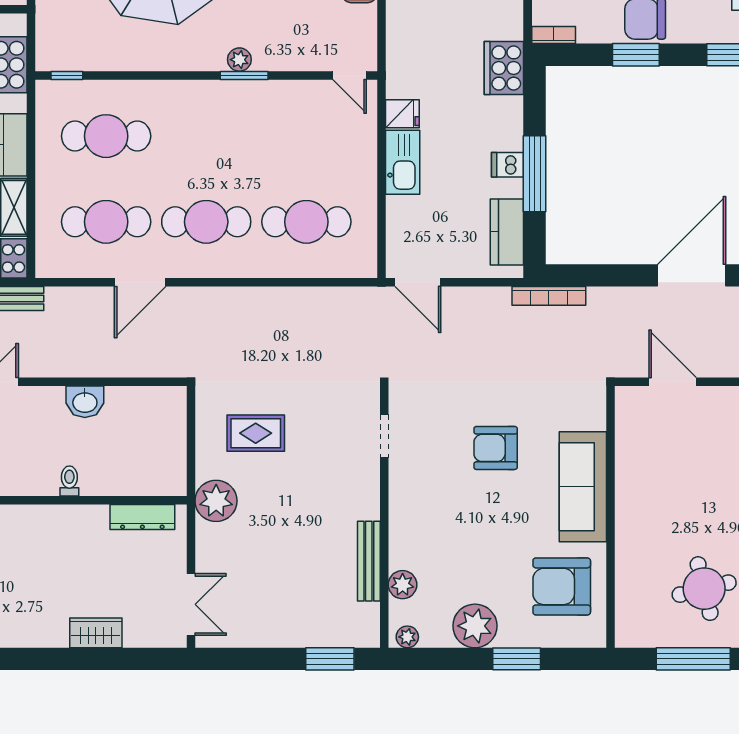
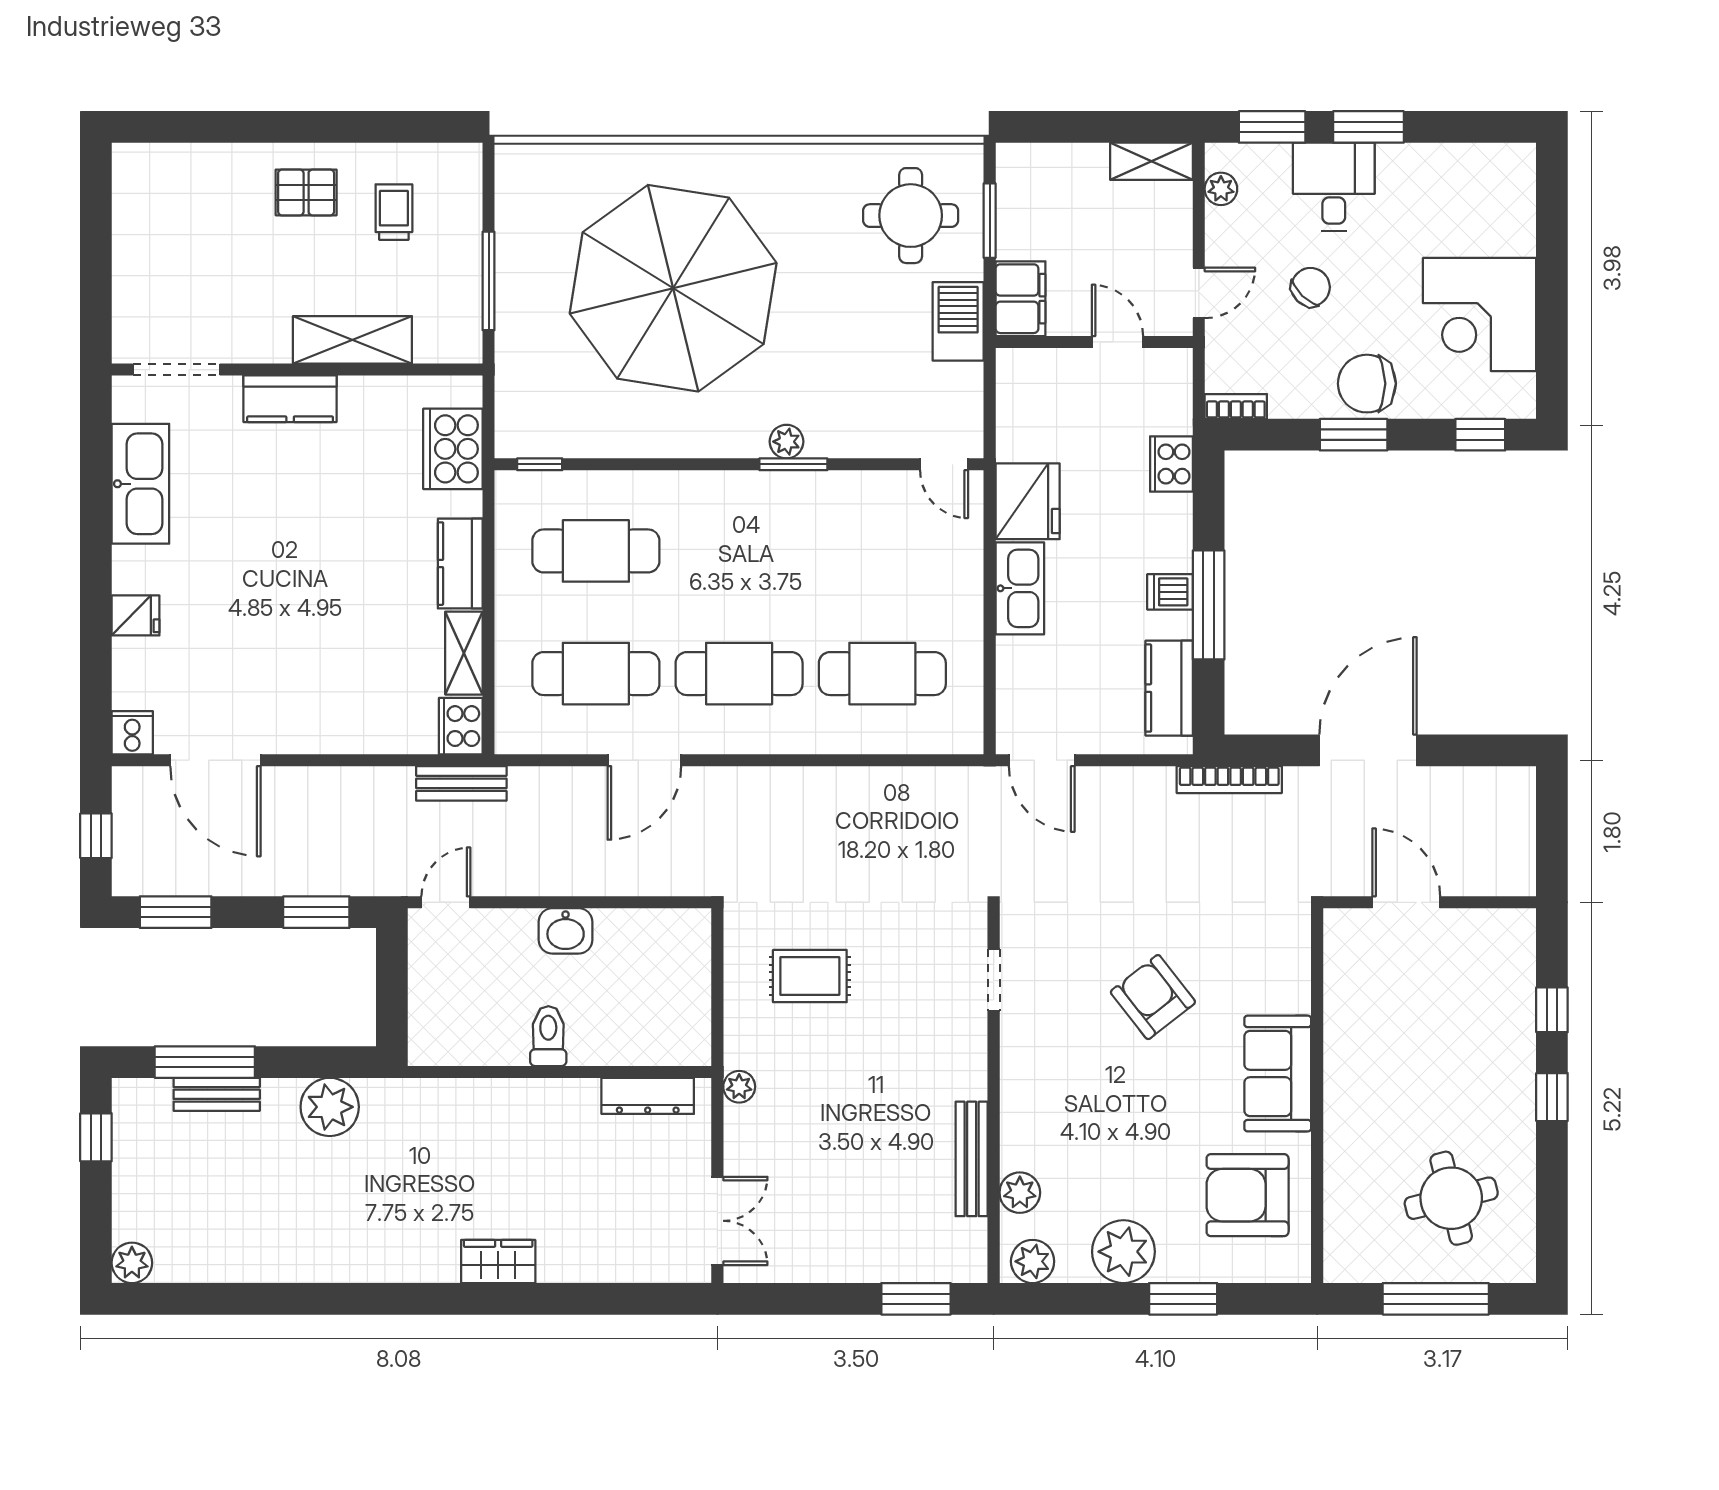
cooker: (504, 68) -> (1171, 464), width x0.73, depth x0.76
fridge: (402, 114) -> (1028, 501), width x1.88, depth x1.34
door: (692, 275) -> (1368, 750), moved
armchair: (496, 448) -> (1153, 997), turned 52
toilet: (69, 481) -> (548, 1036), width x1.37, depth x1.39
sofa: (583, 487) -> (1278, 1074), width x0.73
plant: (216, 501) -> (739, 1087), width x0.53, depth x0.53
wardrobe: (96, 633) -> (498, 1261), moved
plant: (407, 637) -> (1033, 1261), width x1.38, depth x1.38

